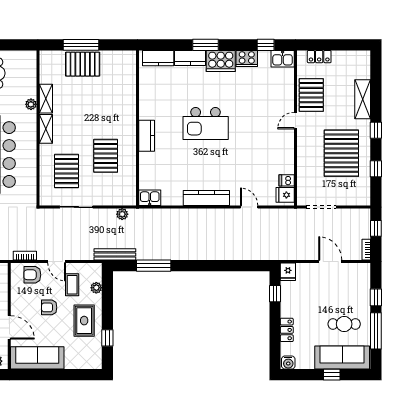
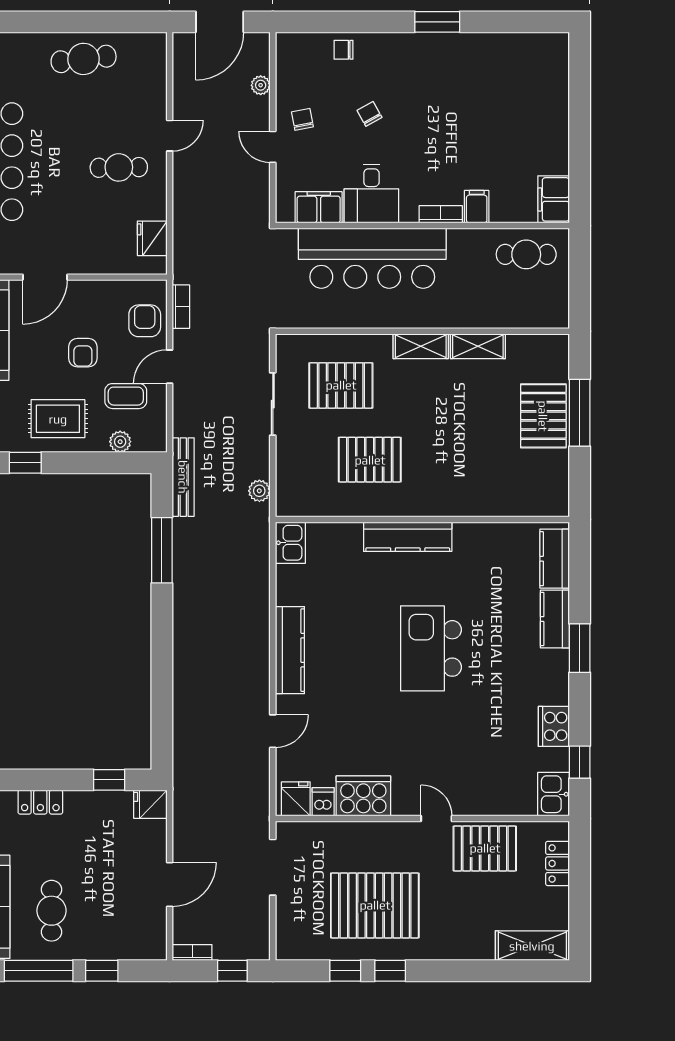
cooker: (221, 61) -> (363, 796), moved, turned 90
shelving: (363, 99) -> (532, 946), moved
plant: (31, 104) -> (467, 318), removed
window: (376, 130) -> (390, 971), moved
kitchen counter: (147, 136) -> (408, 537), width x1.50
armchair: (49, 307) -> (83, 353), turned 180

